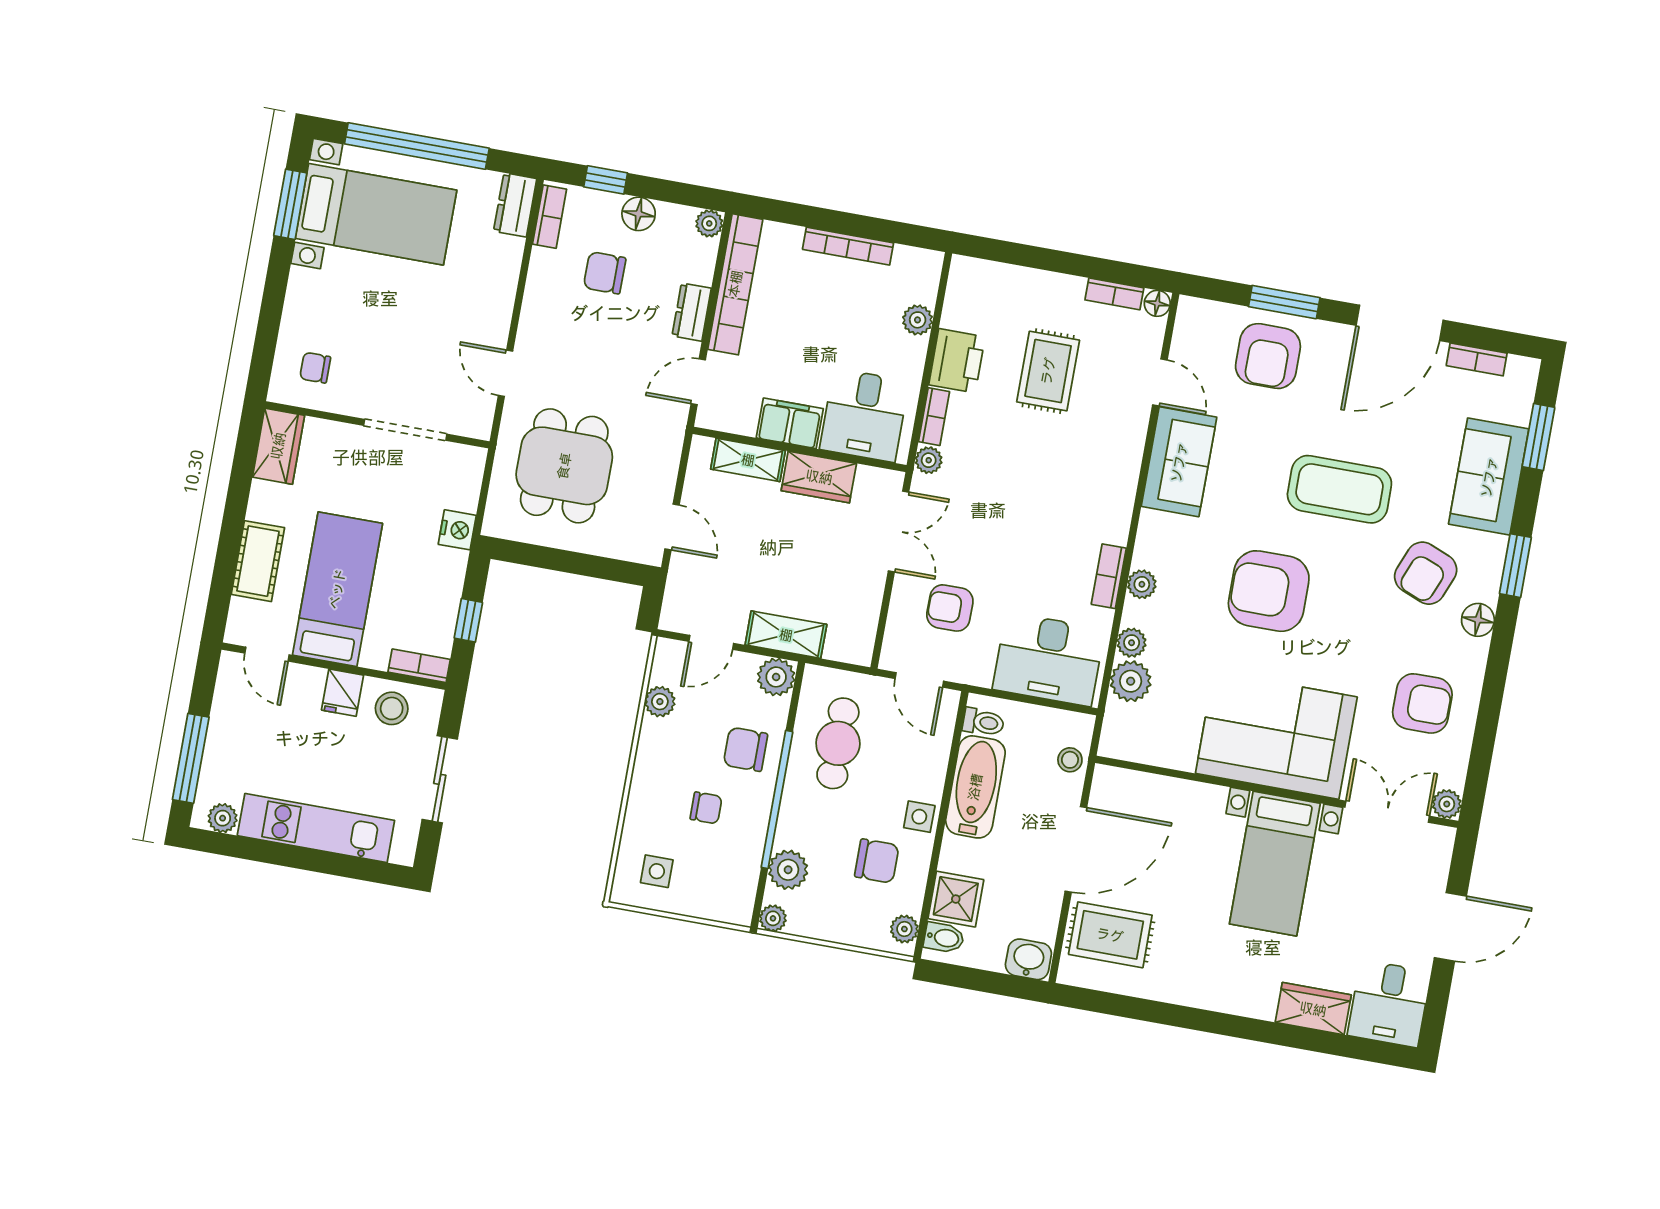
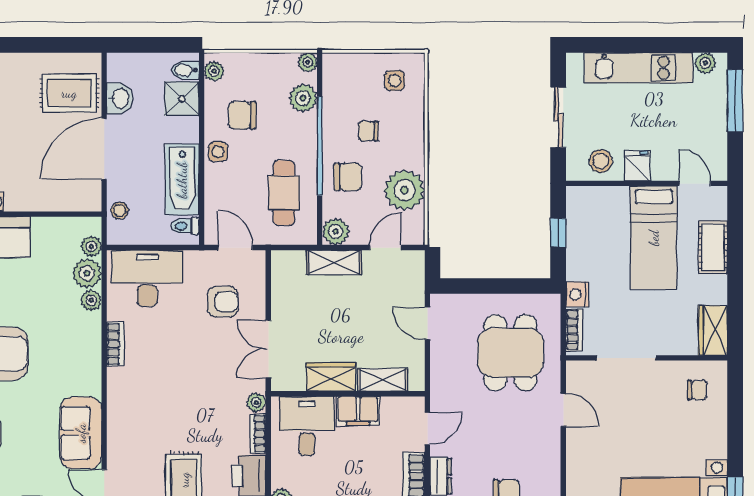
plant: (1142, 584) -> (91, 246), moved
bookcase: (419, 666) -> (574, 330), moved, turned -90
plant: (660, 702) -> (404, 190), width x1.88, depth x1.88
washbasin: (1028, 959) -> (120, 98), moved, turned -90

